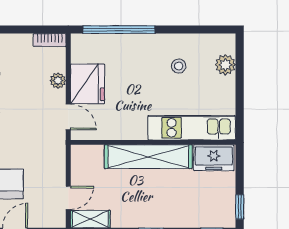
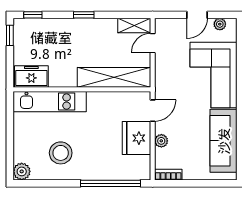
plant: (225, 65) -> (22, 171), moved
stool: (179, 66) -> (61, 153), width x1.89, depth x1.89
door: (68, 117) -> (153, 111), swing flipped
shelving: (148, 157) -> (114, 77), moved

